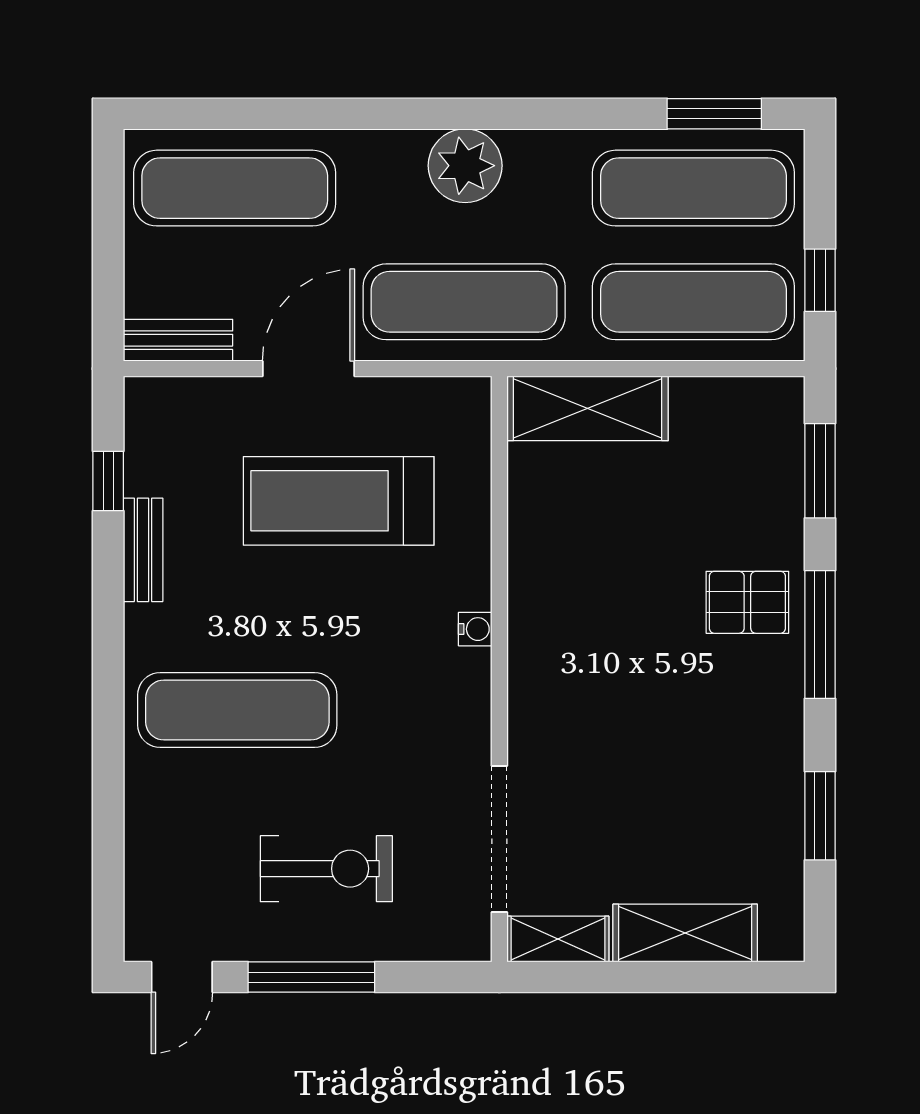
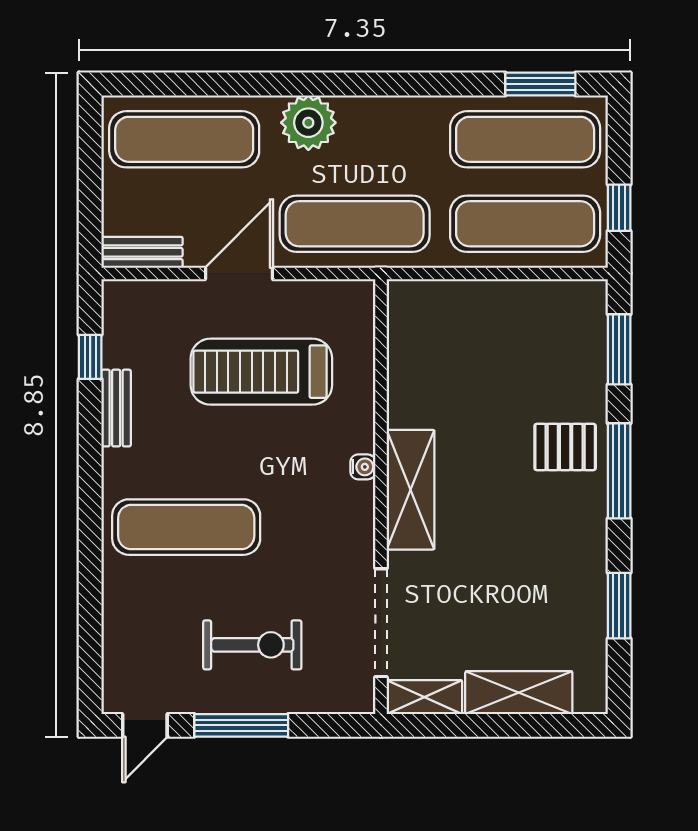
plant: (465, 166) -> (308, 123), moved
shelving: (588, 408) -> (410, 490), moved, turned 90

